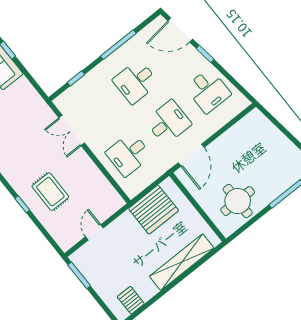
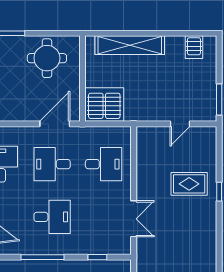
rug: (50, 192) -> (189, 184), turned 90
server rack: (154, 210) -> (104, 104), moved

